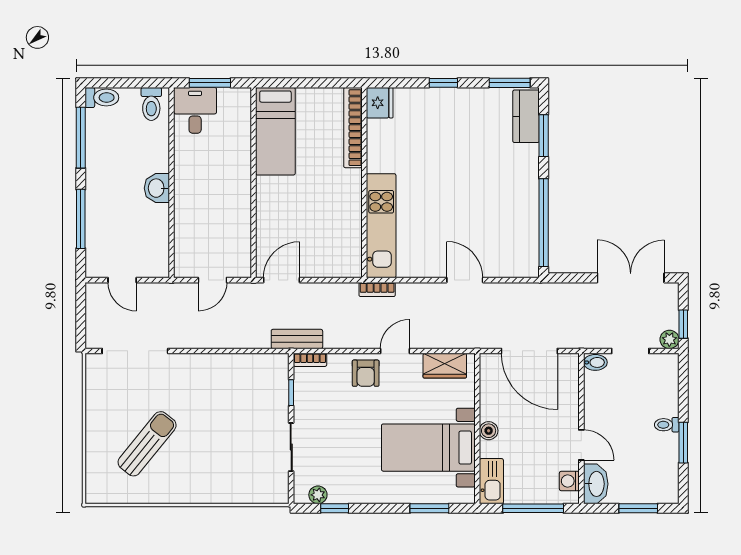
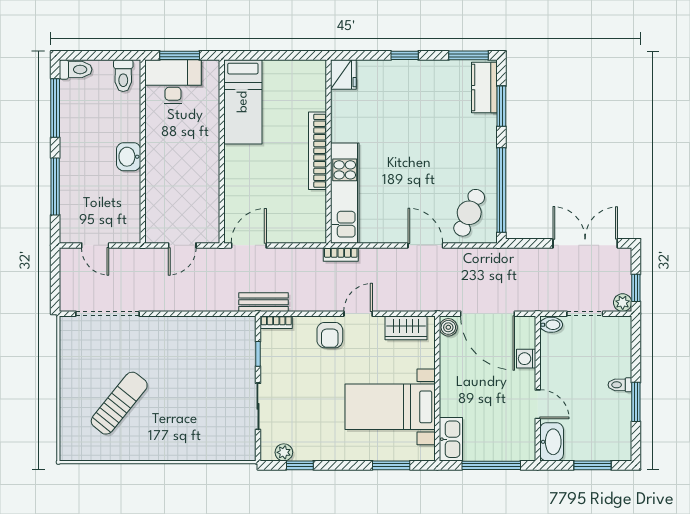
desk: (195, 110) -> (173, 82), width x1.37
bookcase: (353, 128) -> (318, 151), moved
cafe table: (510, 246) -> (469, 213), added
boiler: (489, 431) -> (448, 327), moved
washing machine: (569, 481) -> (526, 359), moved

